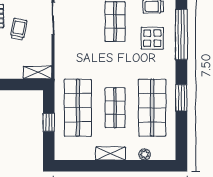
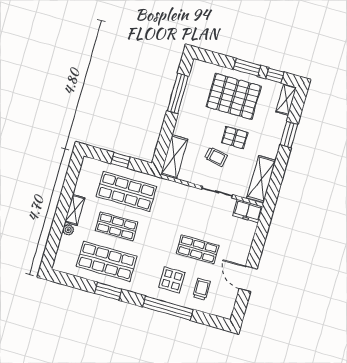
shelving: (37, 72) -> (174, 157), width x1.50, depth x1.33
plant: (145, 154) -> (68, 230), moved

